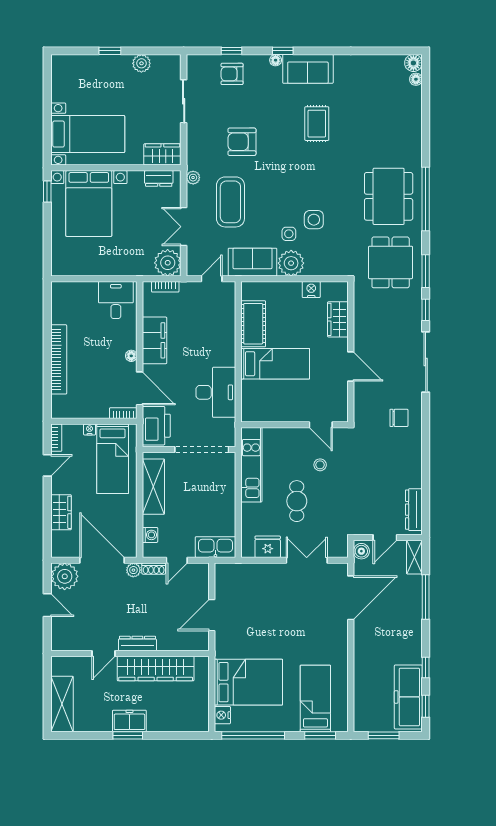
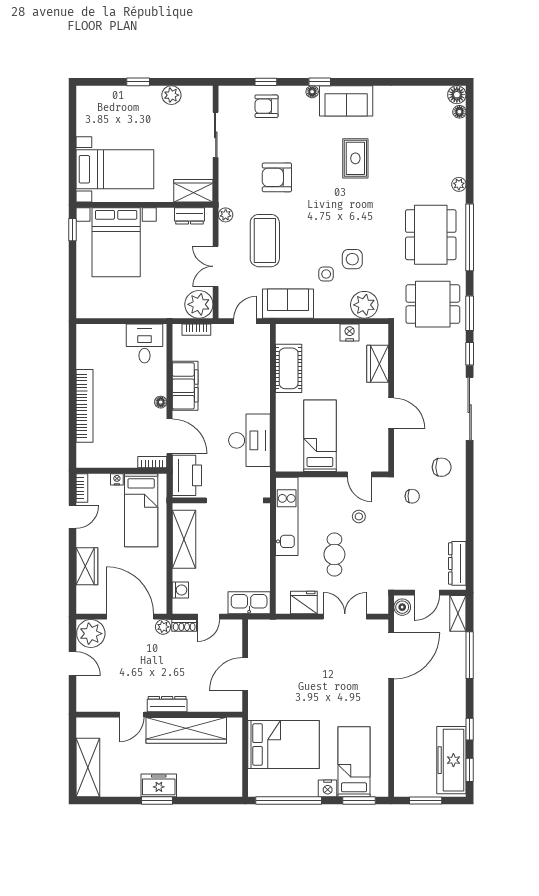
plant: (415, 148) -> (459, 184), added
dining table: (391, 262) -> (433, 304), turned 90
plant: (291, 263) -> (364, 305), moved
bed: (275, 364) -> (320, 436), moved, turned -90
chair: (371, 445) -> (412, 496), added
nightstand: (222, 715) -> (328, 788), moved, turned -90

